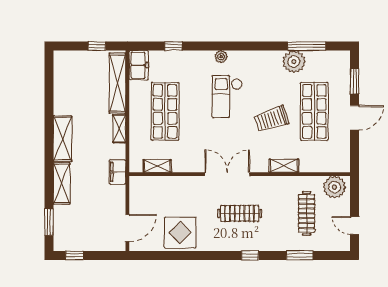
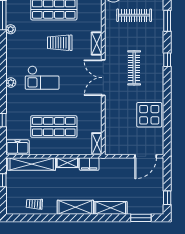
plant: (294, 62) -> (11, 29), width x0.53, depth x0.53
trolley: (67, 87) -> (34, 204), added
trolley: (272, 119) -> (60, 43), turned 108
shelving: (157, 166) -> (97, 144), moved
shelving: (284, 166) -> (97, 44), moved
filing cabinet: (117, 172) -> (89, 164), moved
door: (127, 228) -> (146, 156), swing flipped

